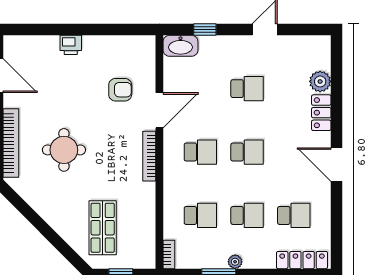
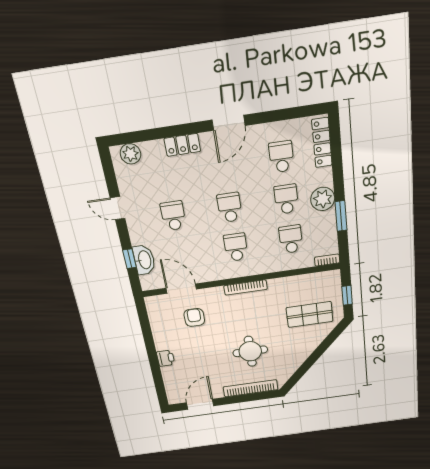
washbasin: (181, 46) -> (144, 260), moved
plant: (320, 81) -> (130, 154), moved
door: (159, 110) -> (181, 289), moved
plant: (235, 262) -> (323, 199), width x1.88, depth x1.88

